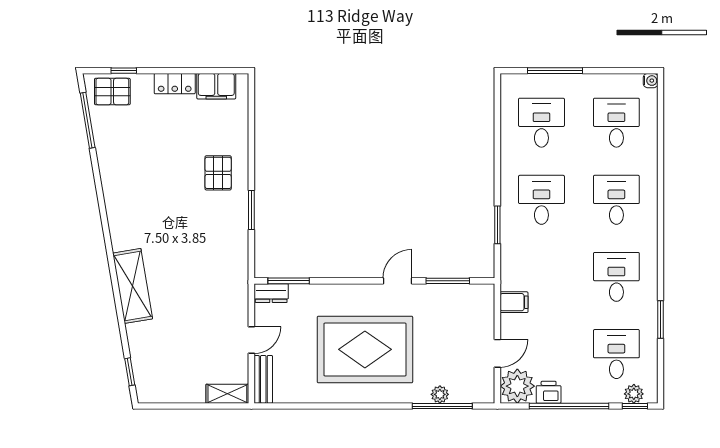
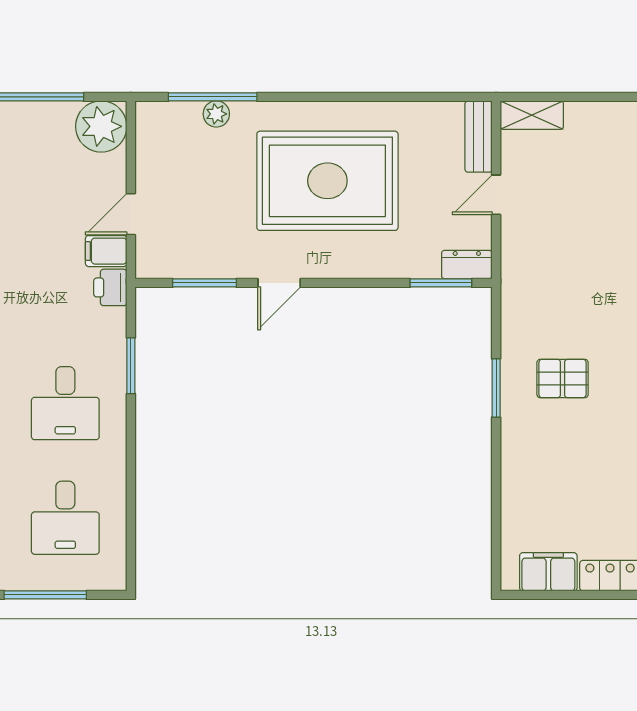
pallet: (218, 173) -> (563, 379), moved, turned 90
door: (497, 353) -> (131, 214), moved
printer: (549, 392) -> (110, 287), moved, turned 90

